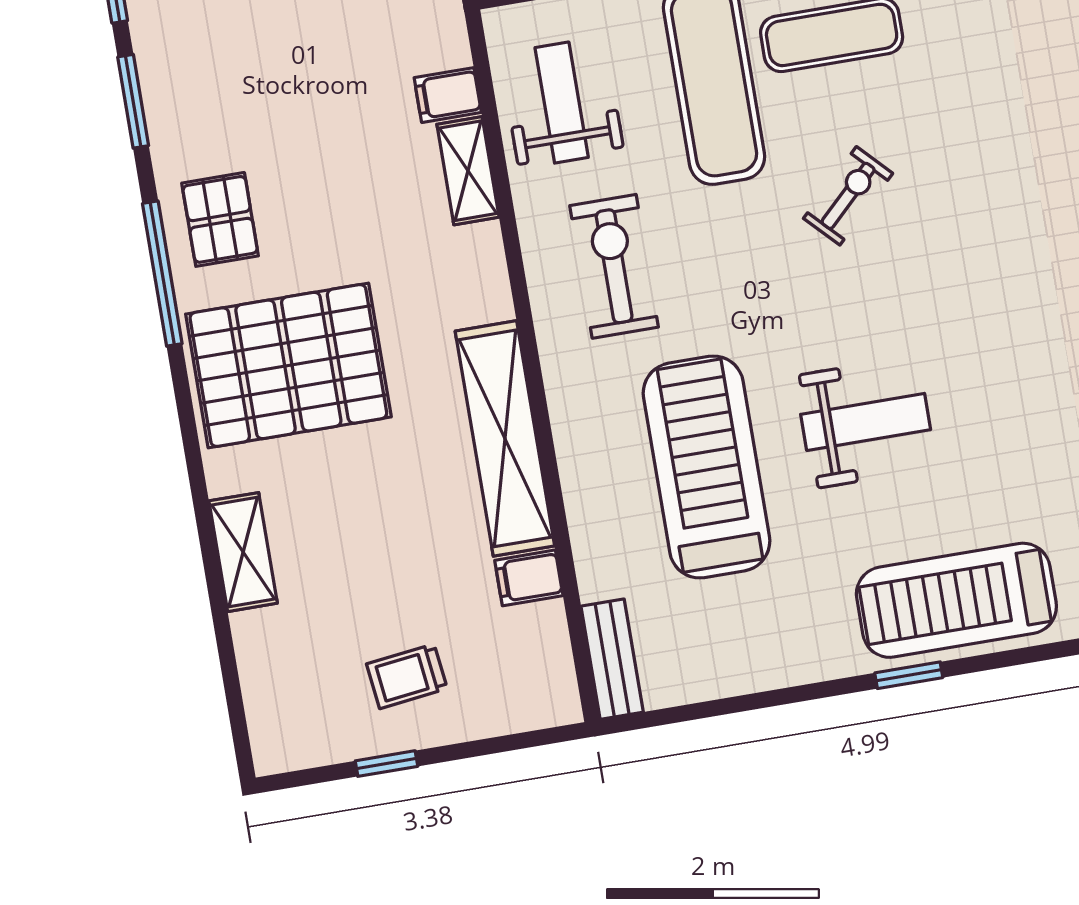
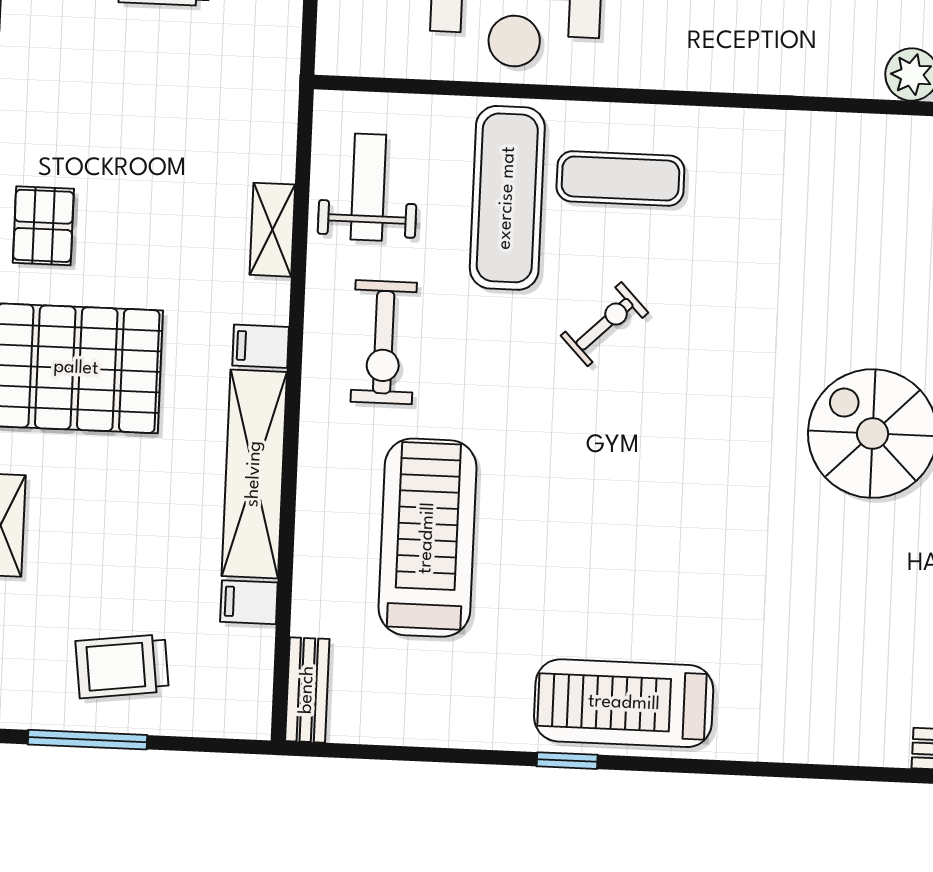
filing cabinet: (448, 95) -> (261, 346), moved
exercise bike: (614, 266) -> (384, 342), turned 180
weight bench: (866, 422) -> (577, 528), removed
trolley: (407, 676) -> (122, 666), width x1.36, depth x1.39
window: (387, 764) -> (88, 740), width x2.17

